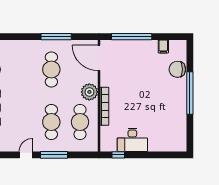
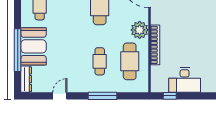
cafe table: (51, 122) -> (100, 61), width x0.73, depth x0.74
door: (26, 155) -> (60, 96), moved

